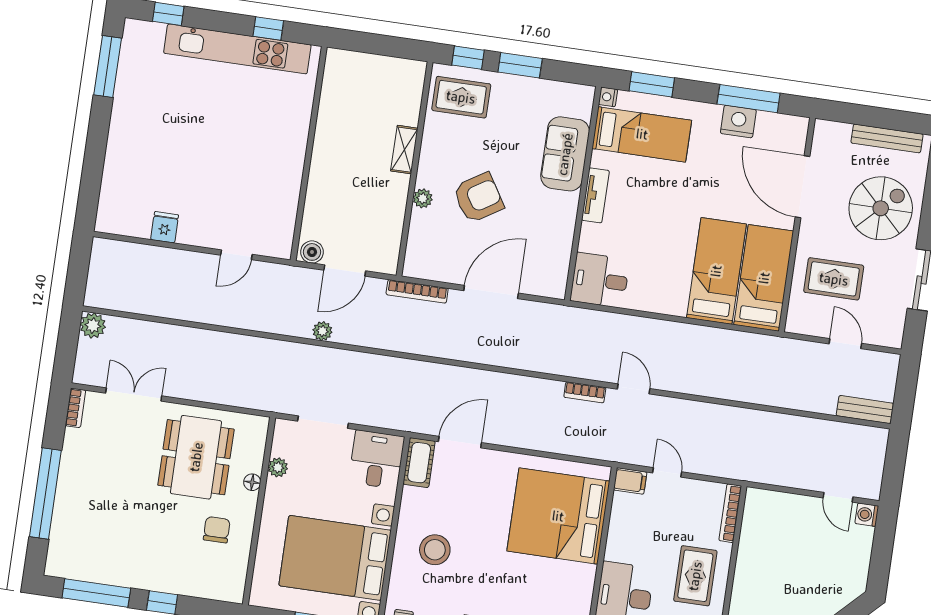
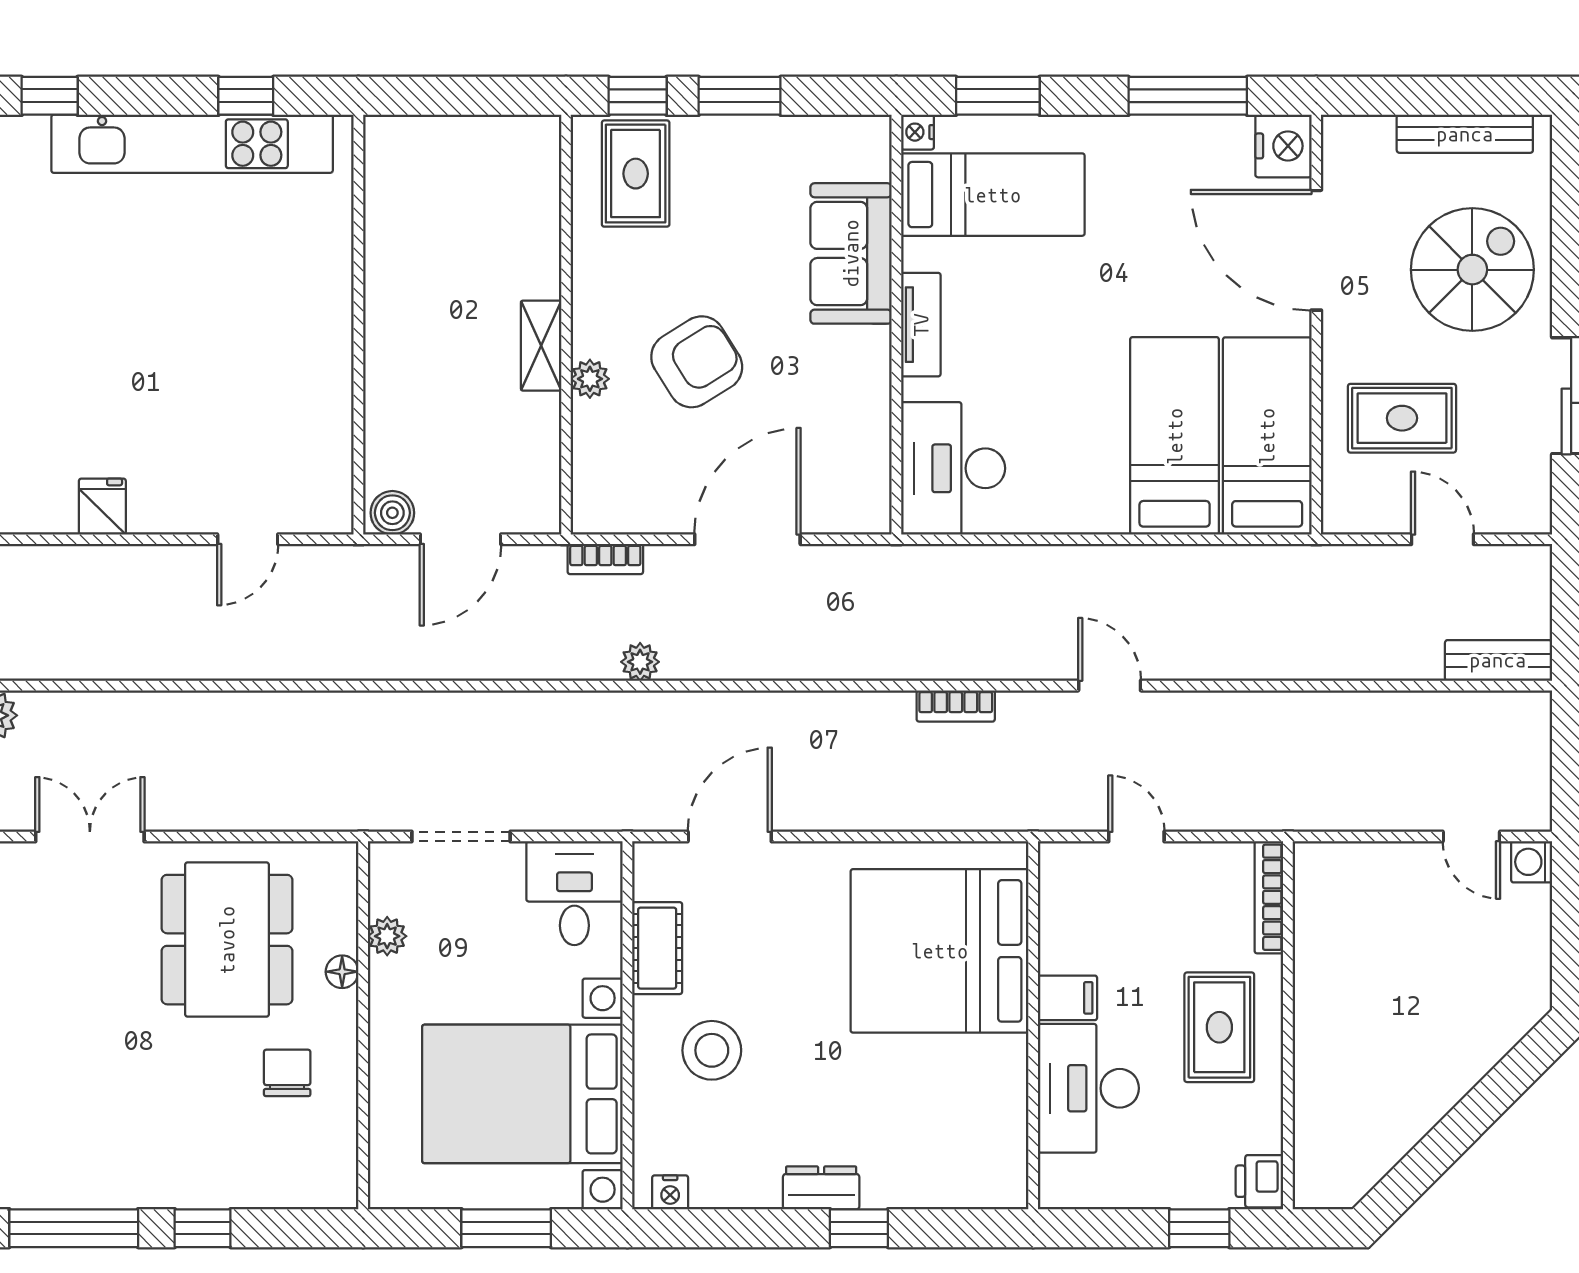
rug: (461, 97) -> (636, 174), turned 90
nightstand: (738, 121) -> (1283, 146), moved, turned 90
shelving: (404, 150) -> (541, 346), moved
desk: (600, 280) -> (953, 468), width x1.37
bookcase: (417, 291) -> (605, 559), width x0.64
plant: (322, 331) -> (640, 662), moved
door: (634, 389) -> (1110, 686), moved
cot: (419, 463) -> (657, 948), moved
filing cabinet: (630, 481) -> (1068, 998), moved

